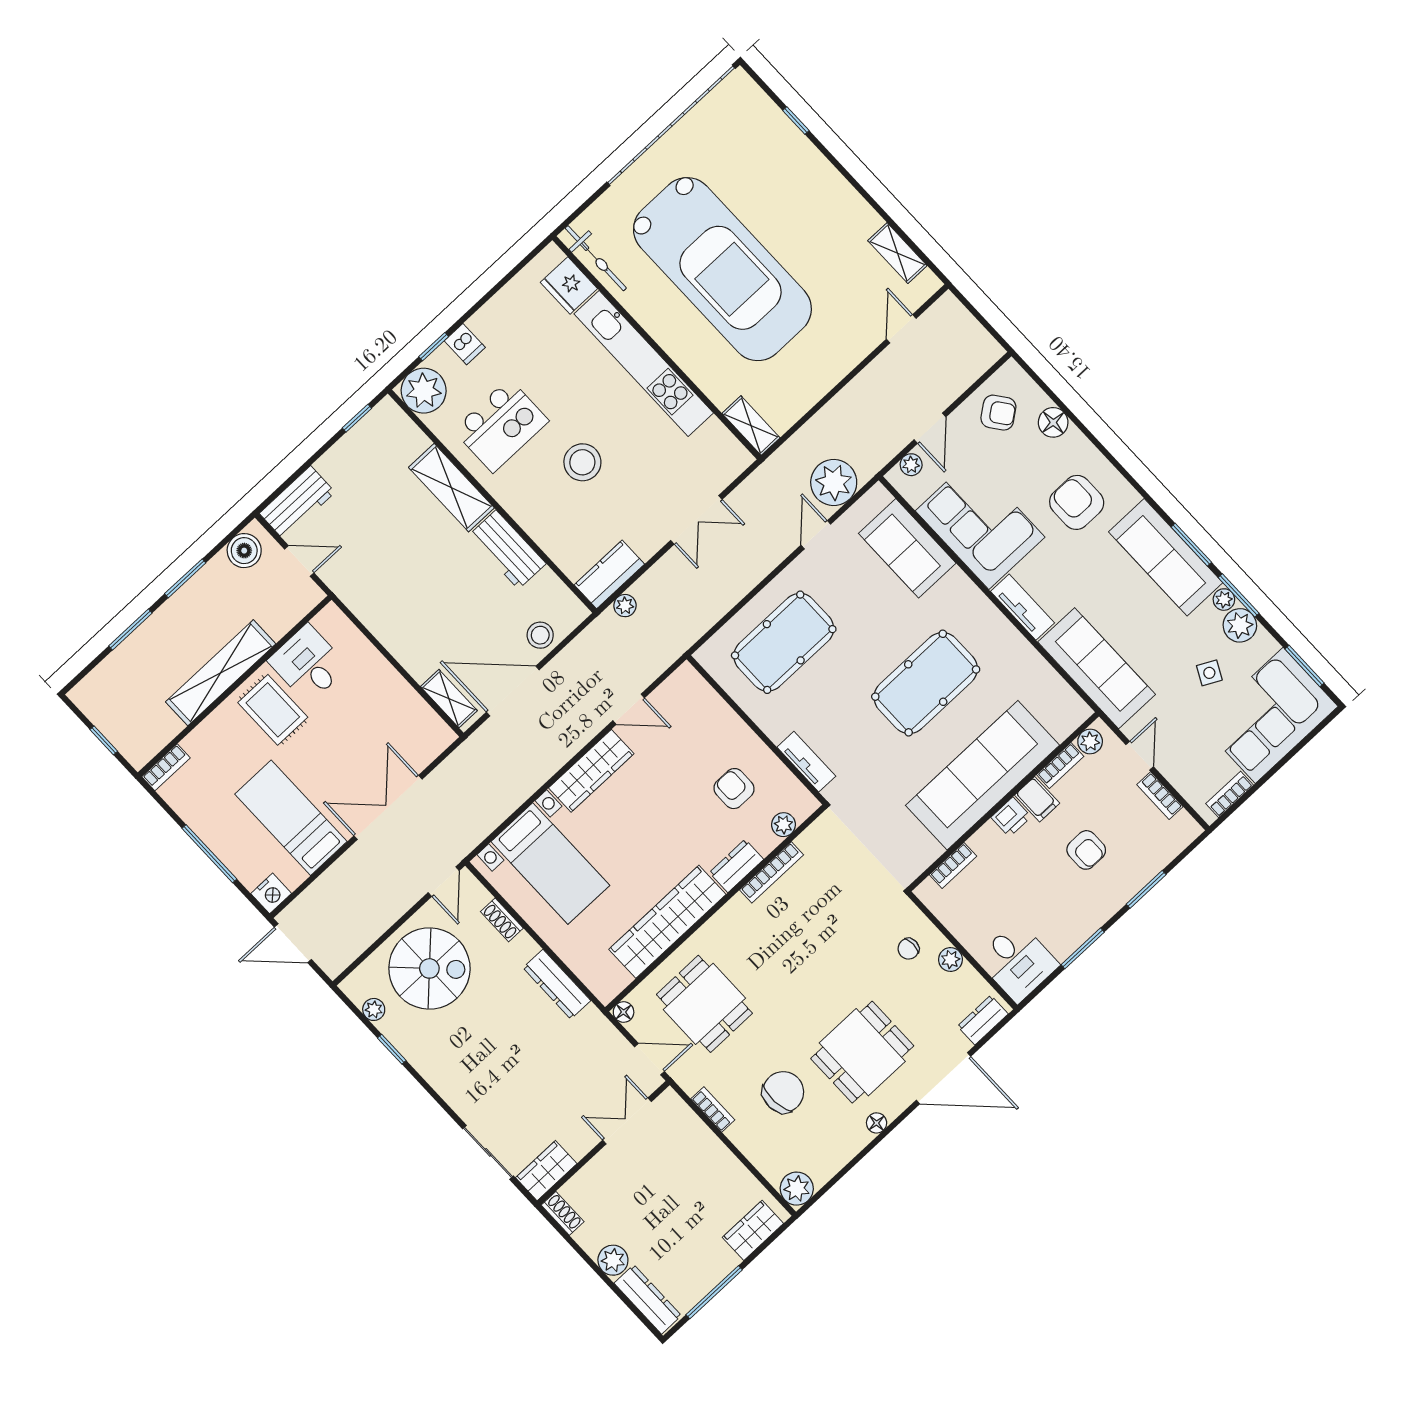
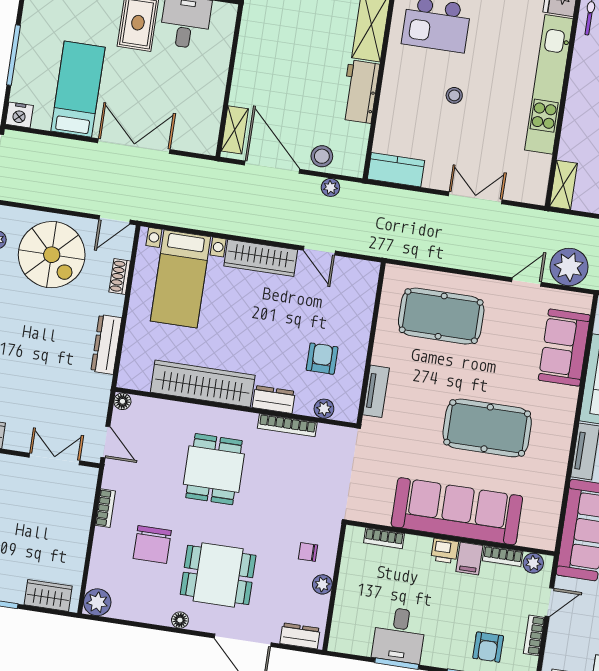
stool: (582, 462) -> (454, 95), width x0.53, depth x0.53
double door: (696, 520) -> (475, 198), swing flipped
plant: (625, 606) -> (330, 187), moved
armchair: (1086, 850) -> (488, 647), moved
desk: (1017, 962) -> (399, 635), moved
dining table: (704, 1004) -> (214, 469), moved
chair: (783, 1092) -> (152, 544), turned 94

